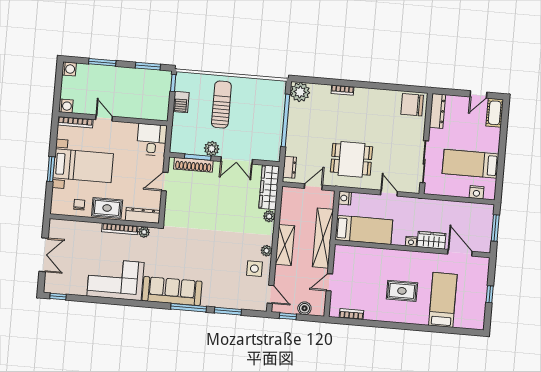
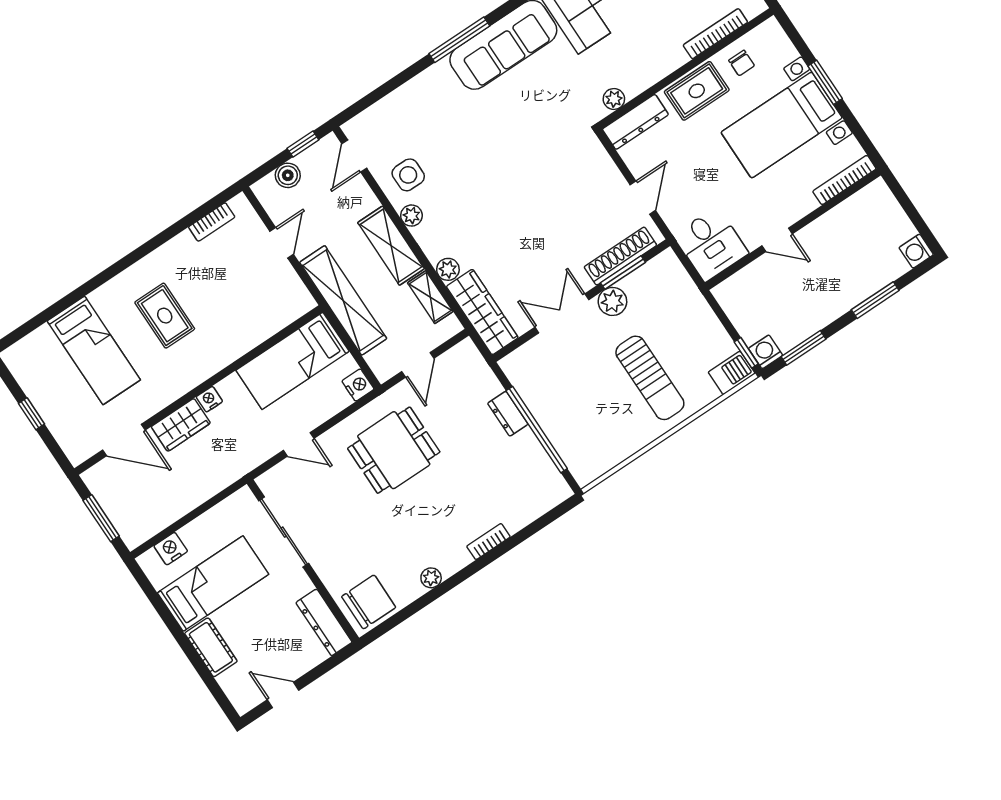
plant: (300, 92) -> (431, 578), moved, width x0.53, depth x0.53
door: (478, 94) -> (283, 695), hinge flipped
barbecue: (181, 102) -> (732, 373), moved, turned 90
washing machine: (66, 106) -> (765, 352), moved, turned 90
cot: (495, 113) -> (211, 647), moved
door: (104, 118) -> (777, 240), moved
dresser: (290, 167) -> (508, 414), moved
shelving: (286, 211) -> (430, 297), added
bookcase: (120, 229) -> (715, 34), moved
rug: (402, 291) -> (165, 316), turned 90
door: (271, 294) -> (354, 156), hinge flipped
window: (228, 311) -> (397, 81), removed

